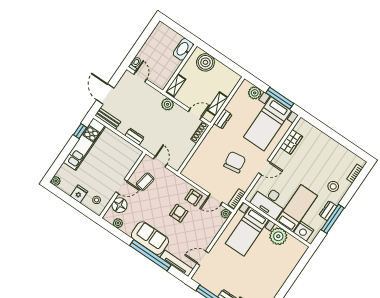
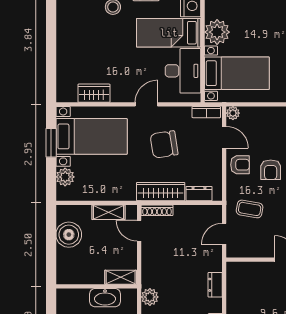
washbasin: (183, 49) -> (105, 298), moved
boiler: (205, 62) -> (69, 235), moved
window: (280, 98) -> (51, 143), width x0.69
plant: (167, 104) -> (150, 297), moved
dresser: (223, 119) -> (199, 194), moved
wardrobe: (209, 142) -> (161, 192), added
door: (264, 168) -> (146, 104), hinge flipped
coffee table: (145, 182) -> (250, 209), moved
armchair: (179, 213) -> (271, 170), turned -90

